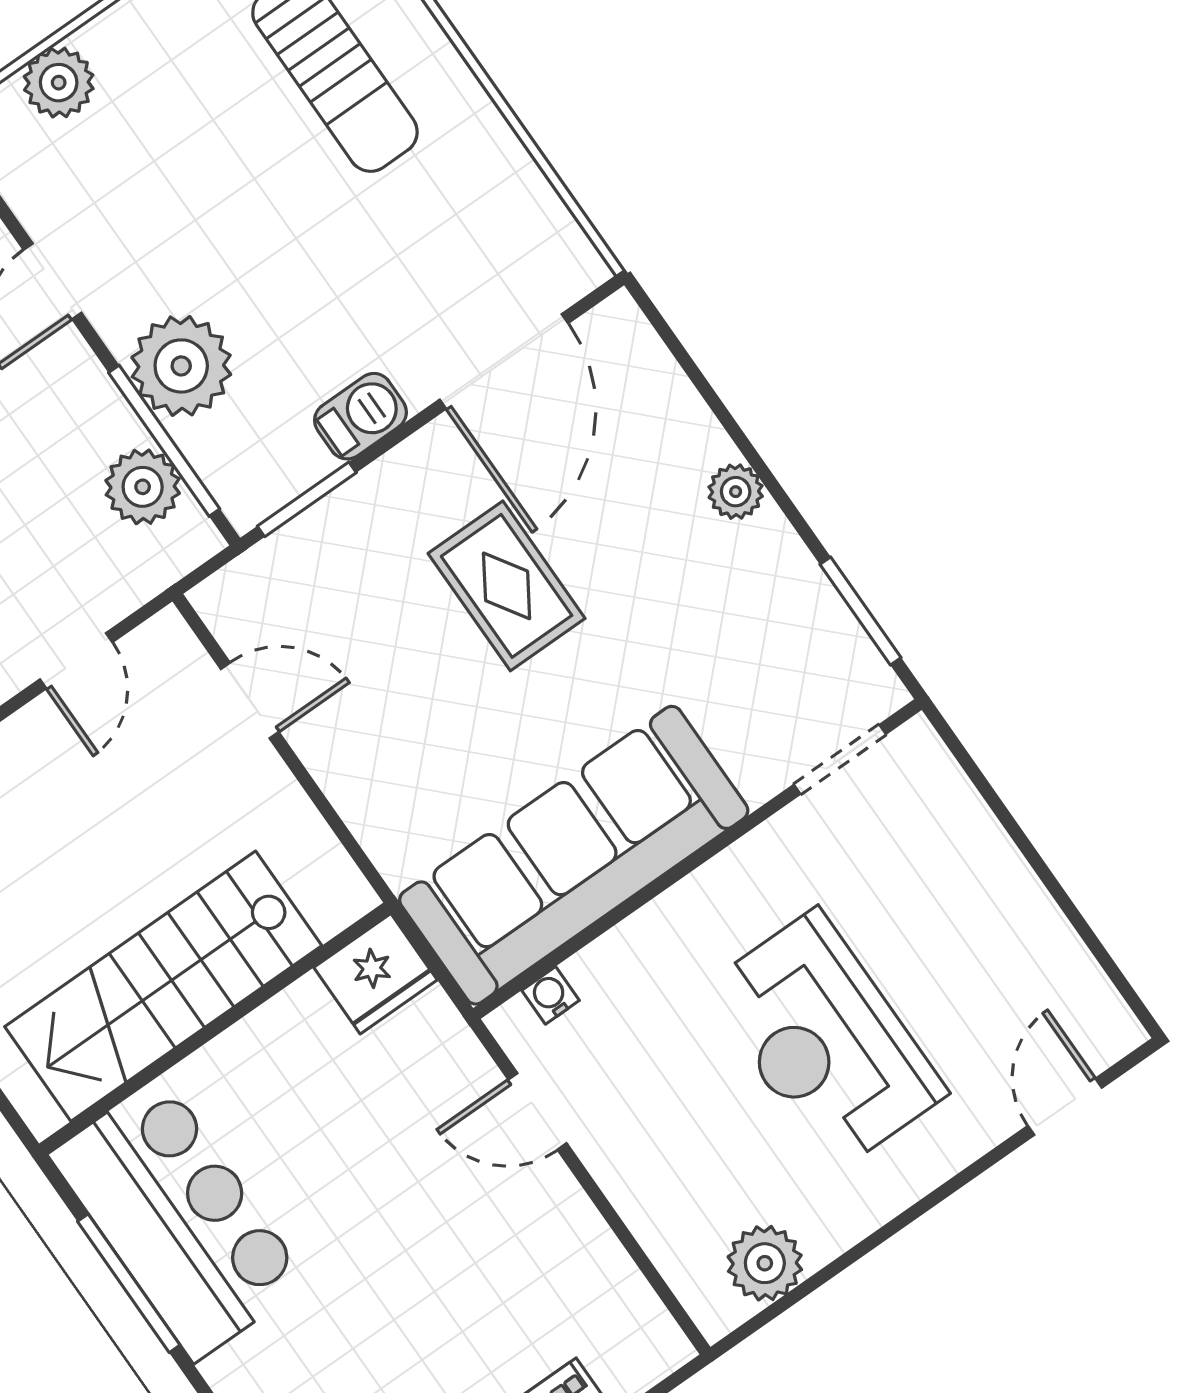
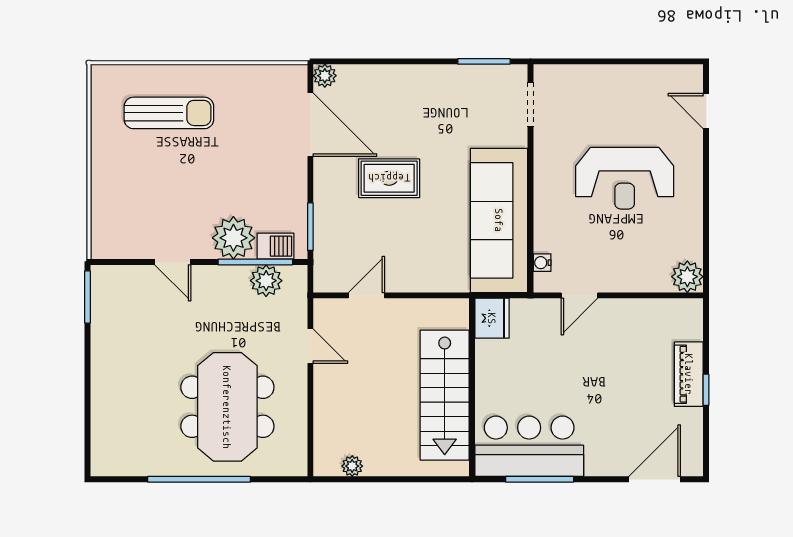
plant: (59, 83) -> (105, 211), removed
barbecue: (360, 416) -> (275, 246), moved, turned 90
plant: (736, 492) -> (325, 76), moved
plant: (765, 1263) -> (687, 277), moved

